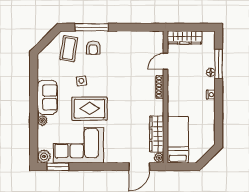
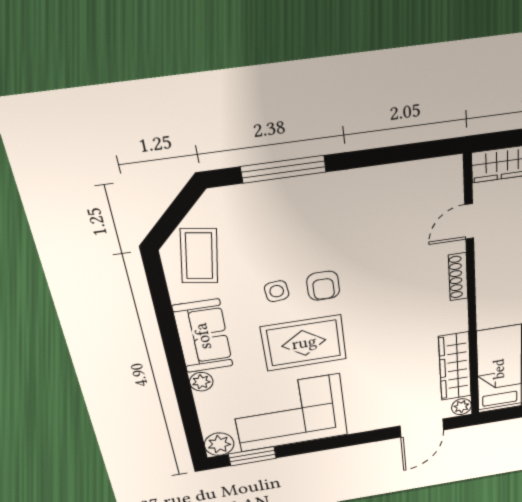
armchair: (93, 48) -> (323, 286), moved
coffee table: (69, 49) -> (199, 256), moved

